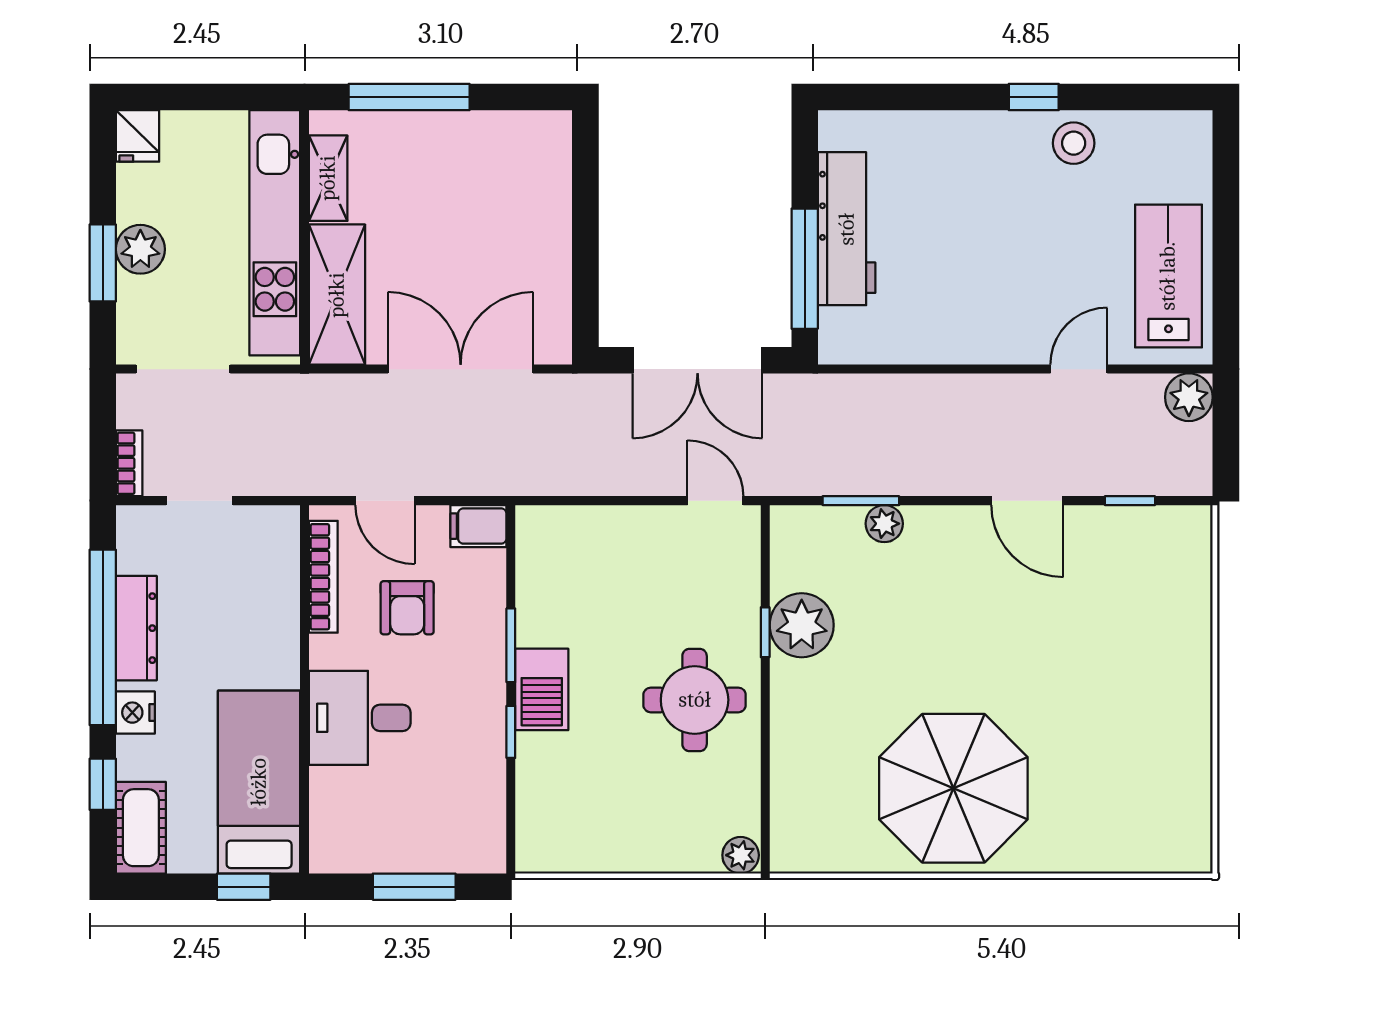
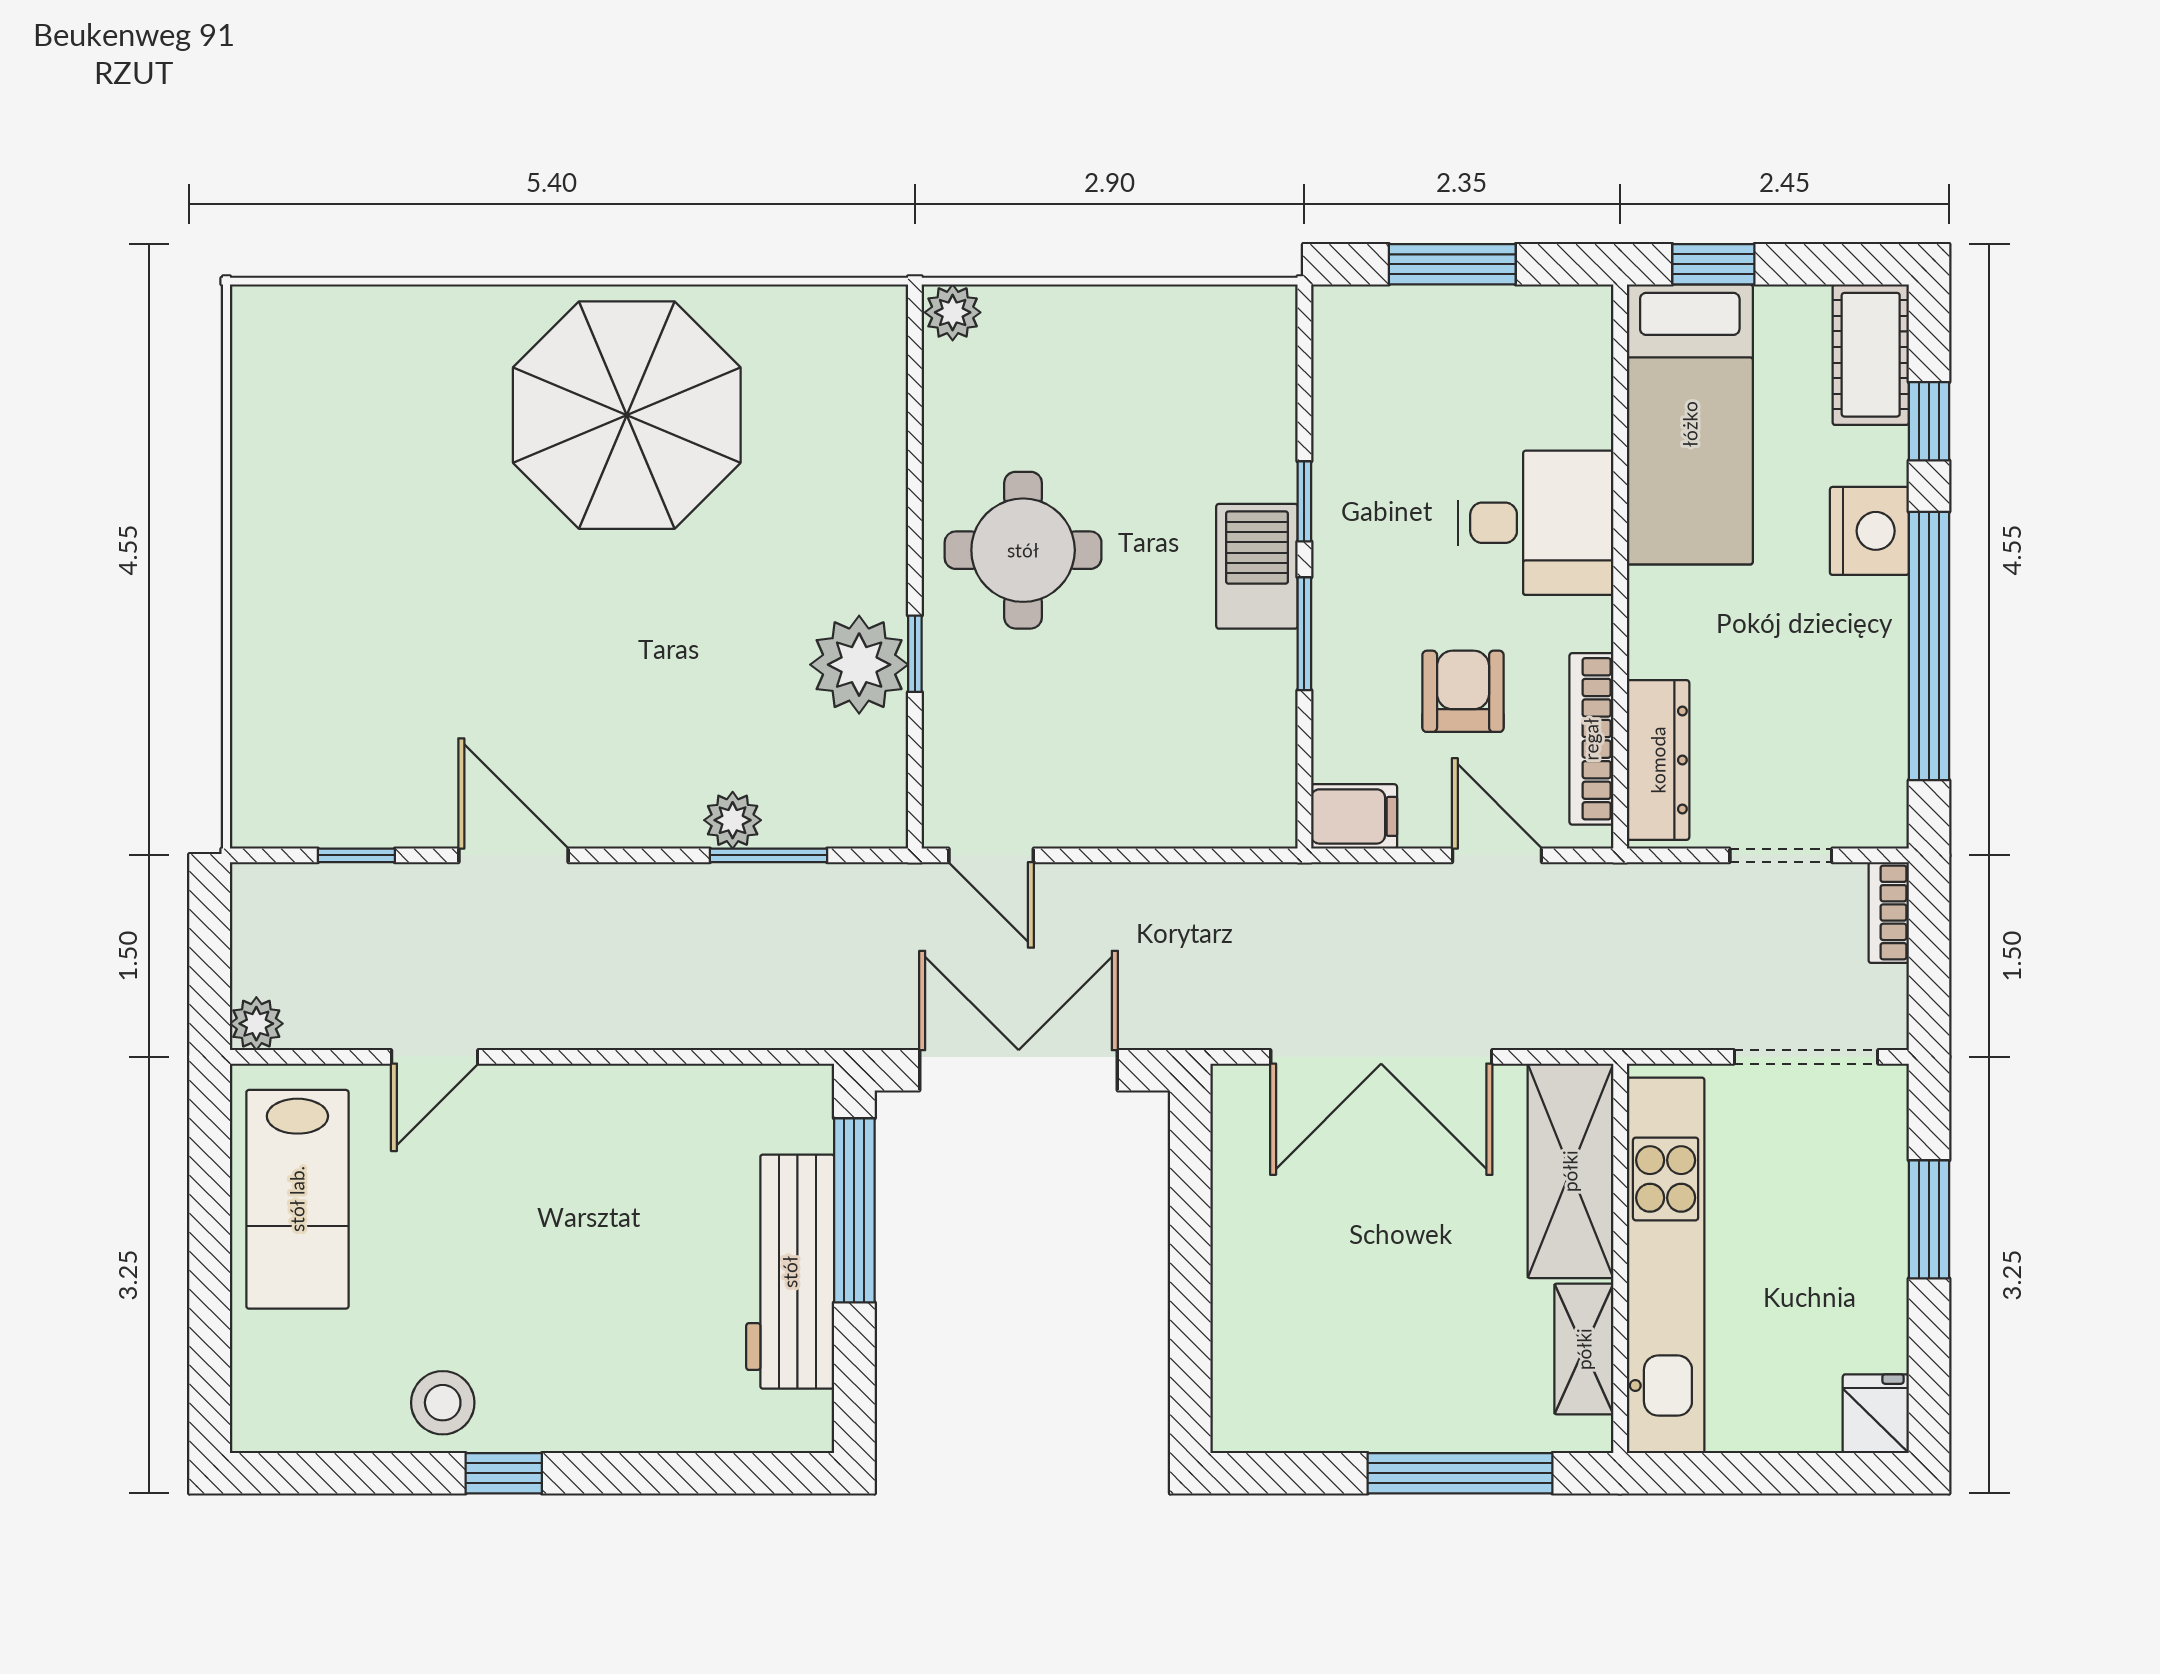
plant: (140, 249) -> (1871, 1240), removed
plant: (1189, 397) -> (256, 1024), width x0.73, depth x0.73
dresser: (136, 628) -> (1658, 760), moved, turned 180
nightstand: (135, 713) -> (1869, 531), width x1.36, depth x1.33

